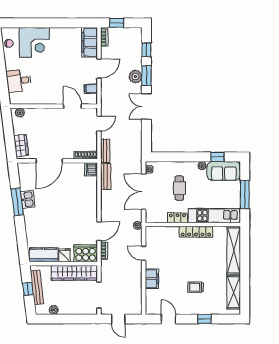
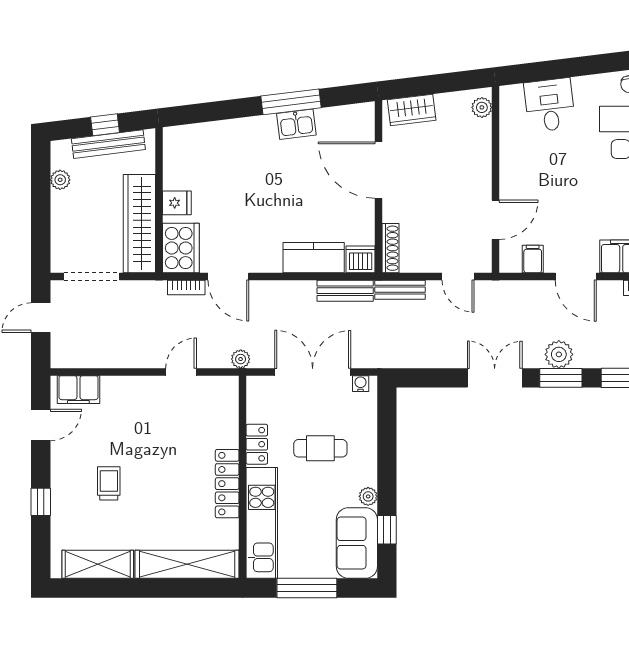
kitchen counter: (44, 255) -> (314, 258), moved, turned -90
filing cabinet: (152, 279) -> (78, 390), moved

